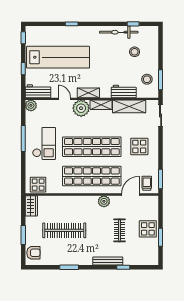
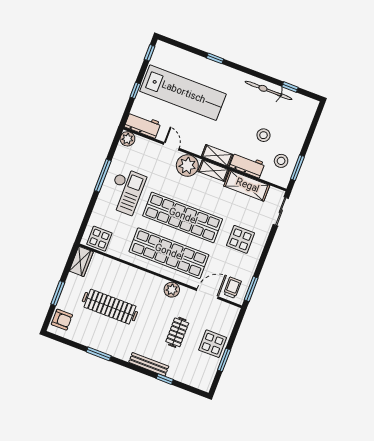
stool: (135, 52) -> (264, 135), moved
shelving: (88, 93) -> (217, 155), moved

